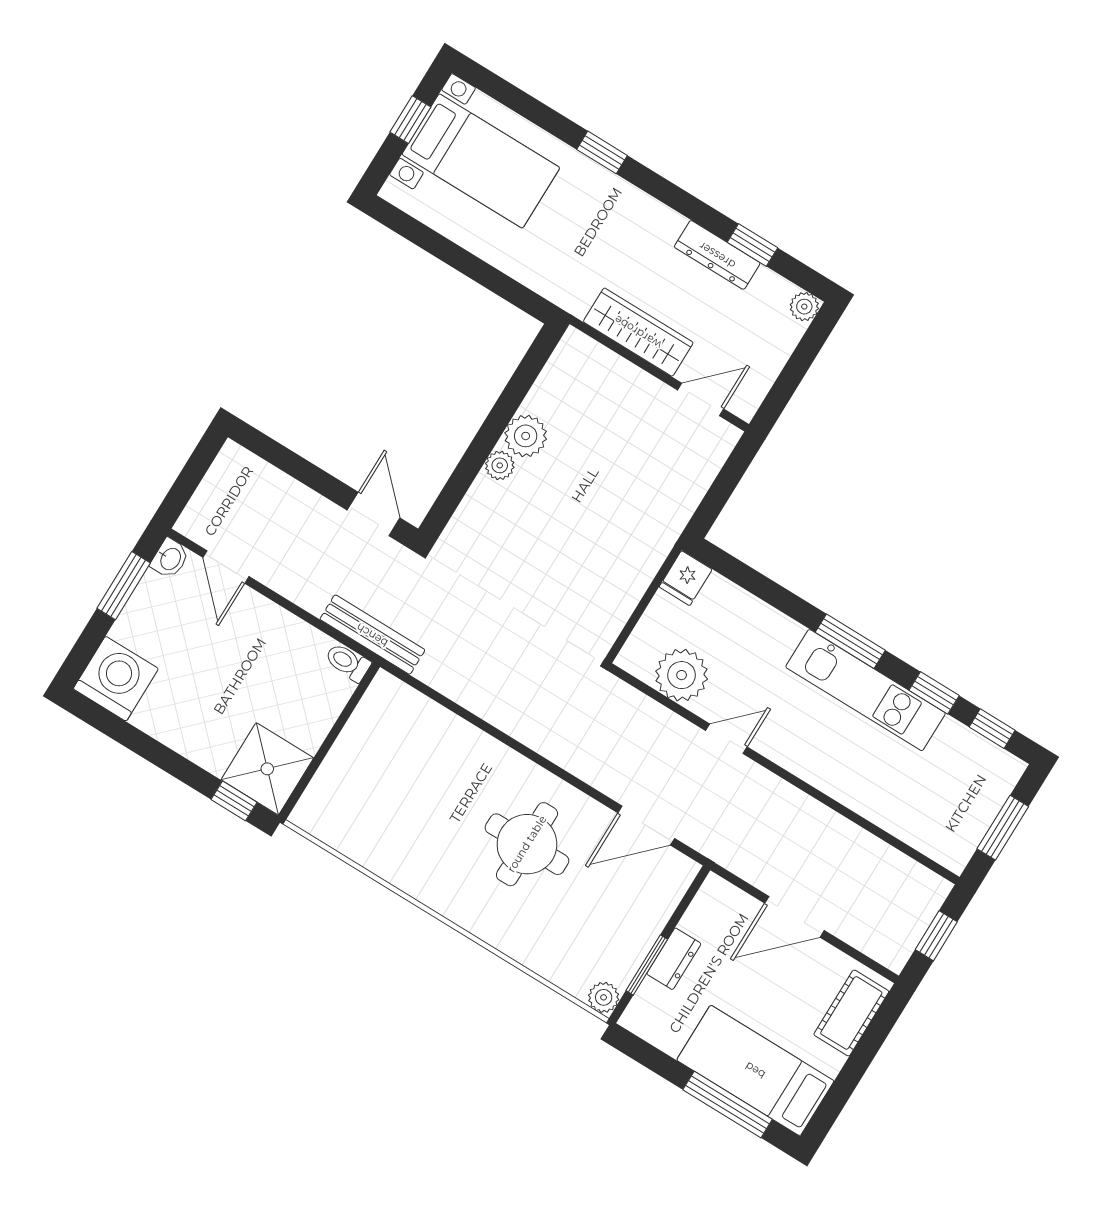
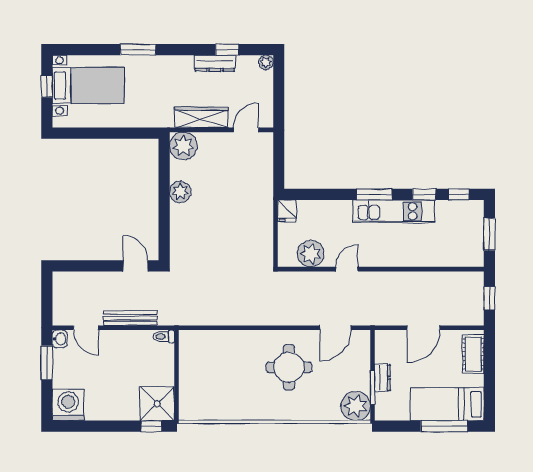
window: (602, 152) -> (138, 50), width x1.50
plant: (500, 465) -> (183, 146), moved, width x1.88, depth x1.88
bench: (372, 635) -> (130, 318), moved
plant: (604, 997) -> (356, 406), width x1.87, depth x1.87

